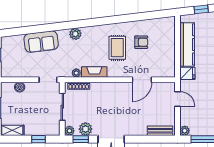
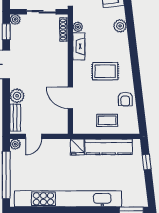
armchair: (141, 42) -> (125, 99), moved
coffee table: (163, 46) -> (107, 120), added
door: (177, 99) -> (34, 136), moved
plant: (85, 129) -> (17, 96), moved

